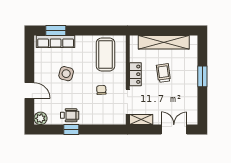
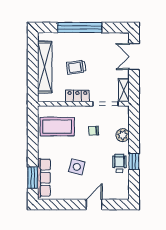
window: (202, 76) -> (80, 28), width x2.11
plant: (41, 118) -> (123, 135), moved

